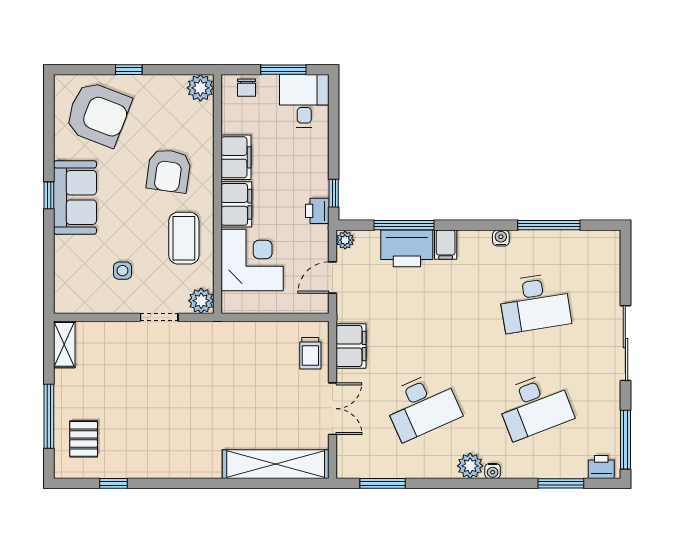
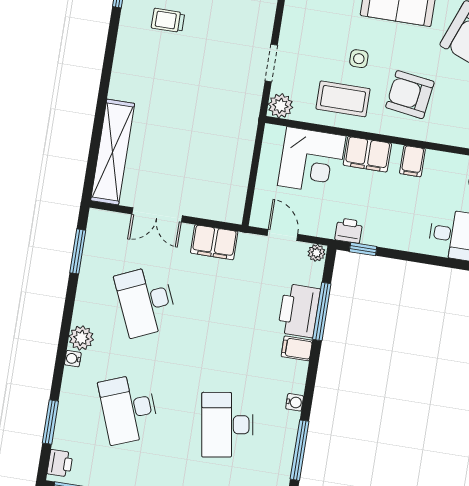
filing cabinet: (236, 157) -> (412, 161), width x0.50
side table: (122, 271) -> (359, 59), moved
trolley: (310, 353) -> (168, 20), moved

